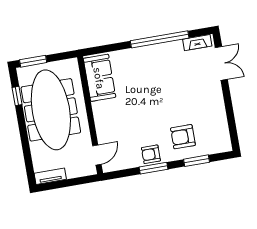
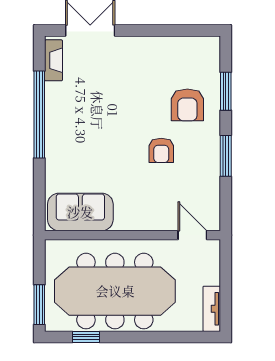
armchair: (151, 154) -> (161, 150), moved

